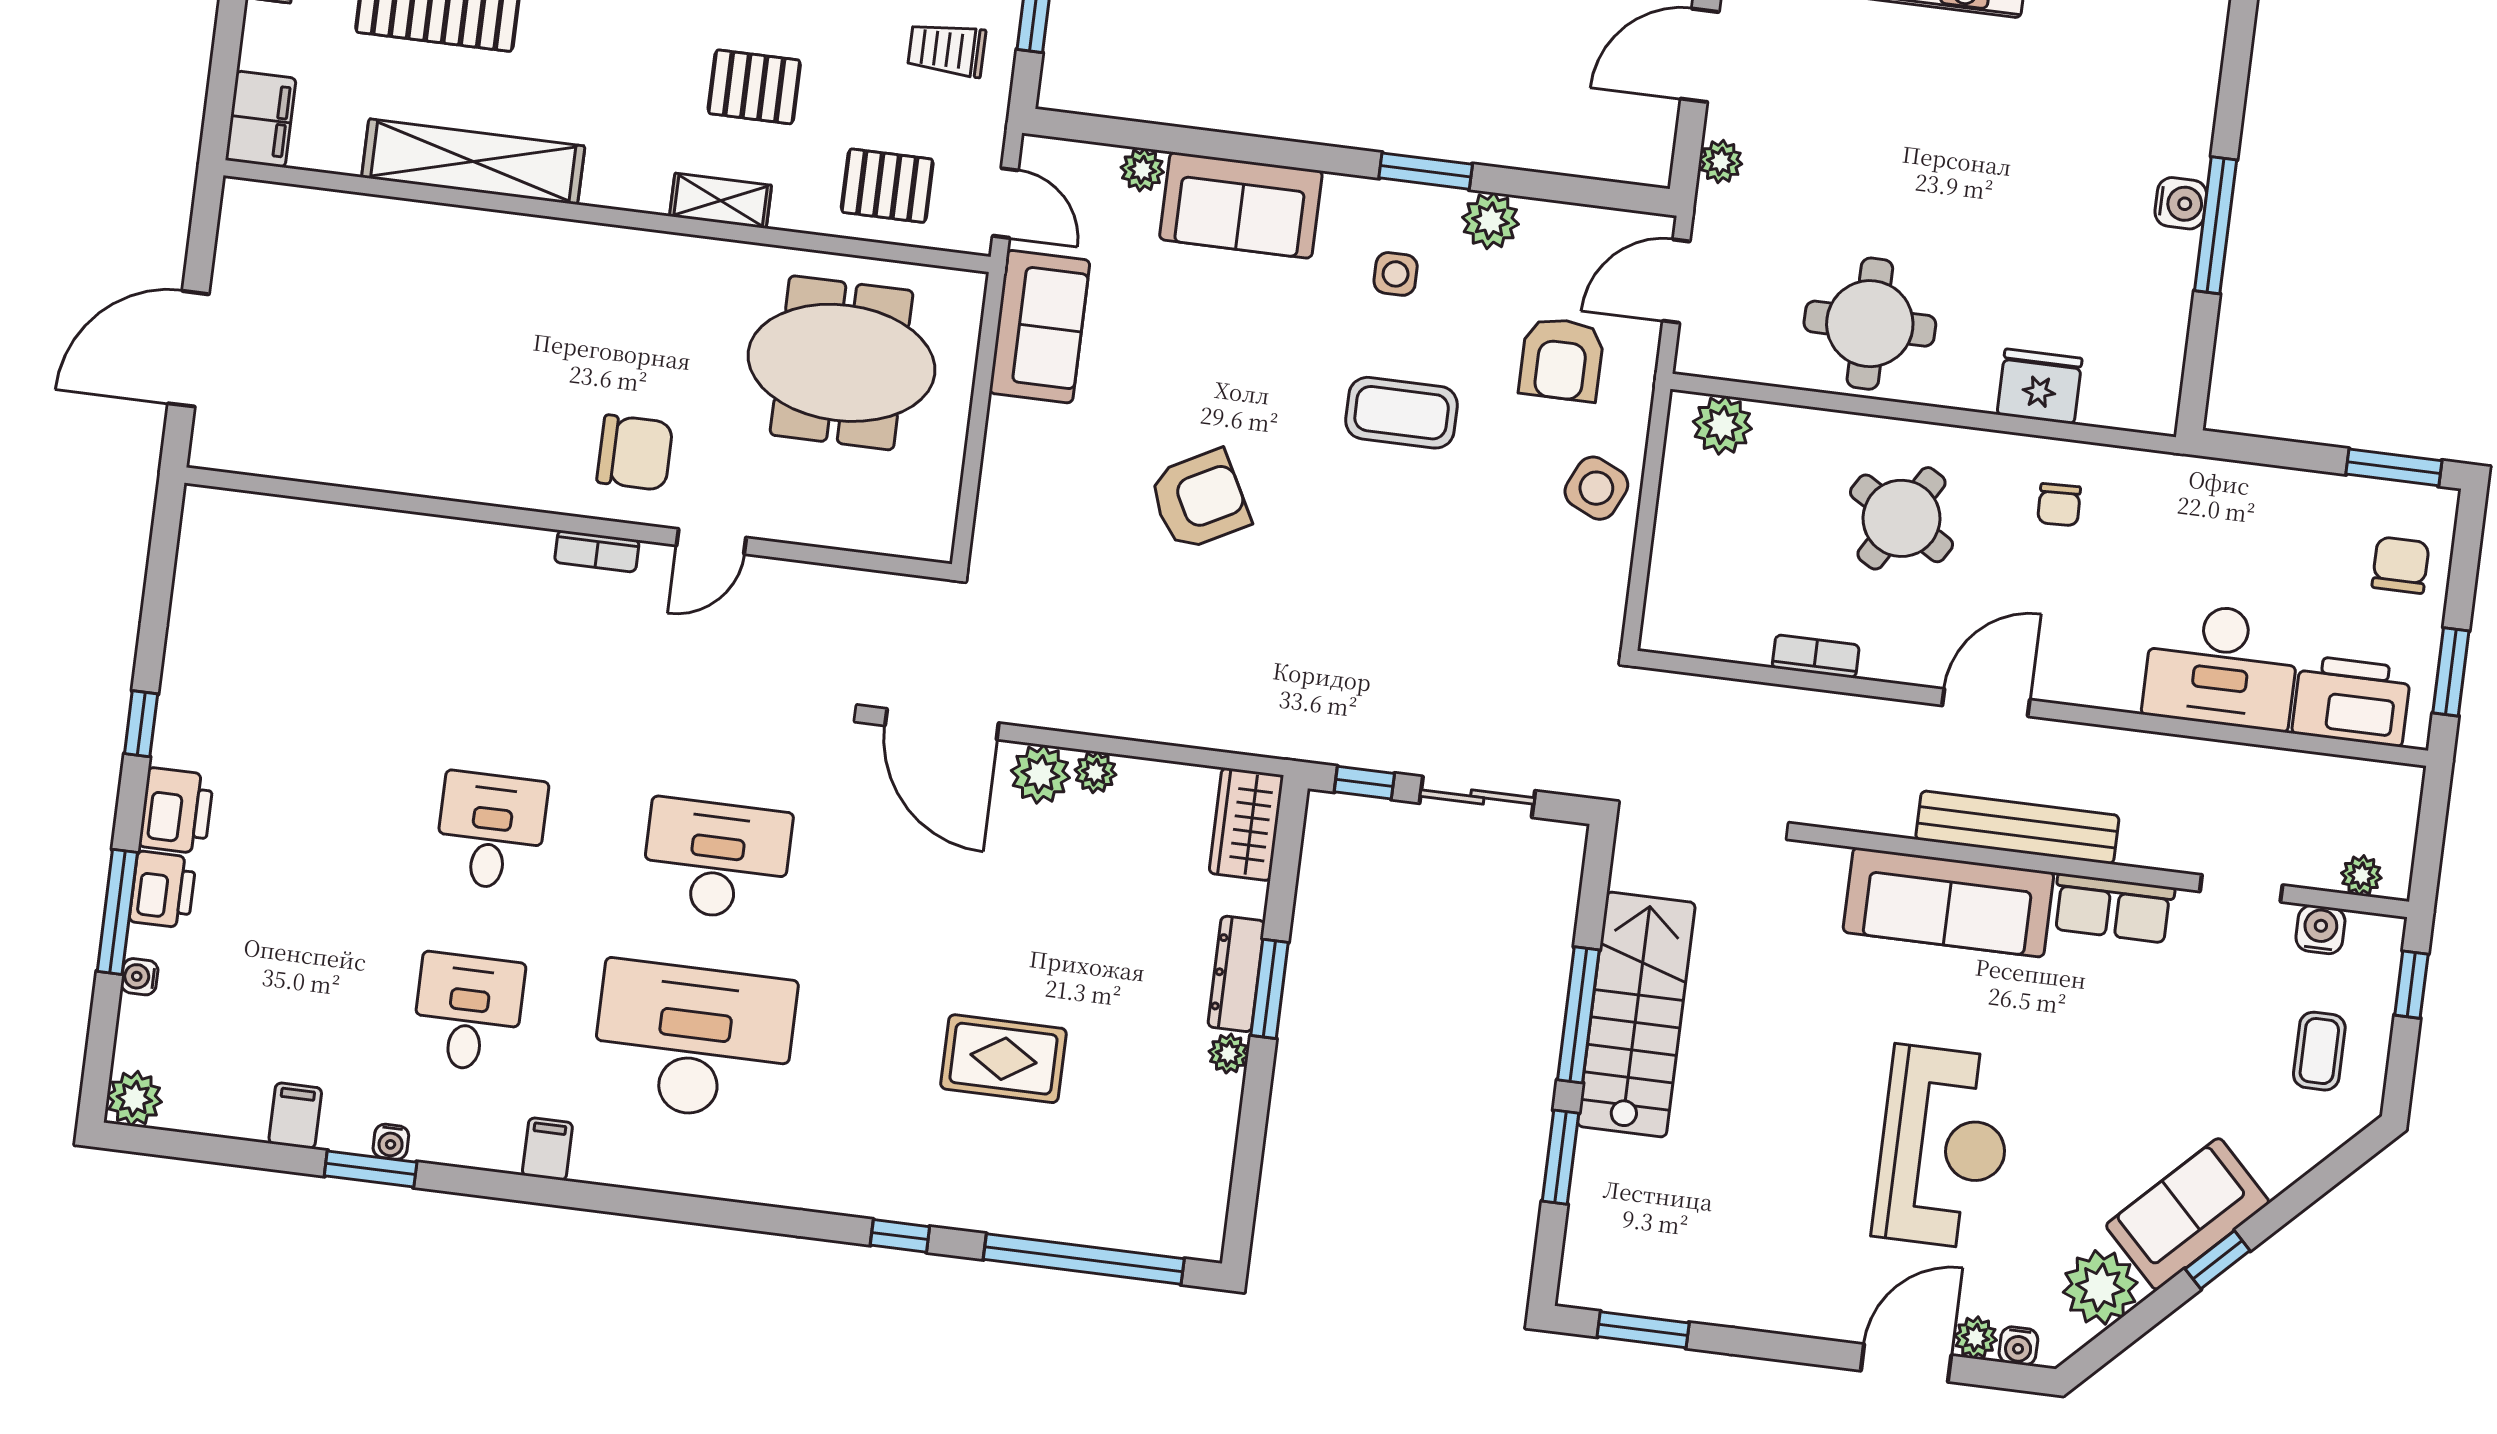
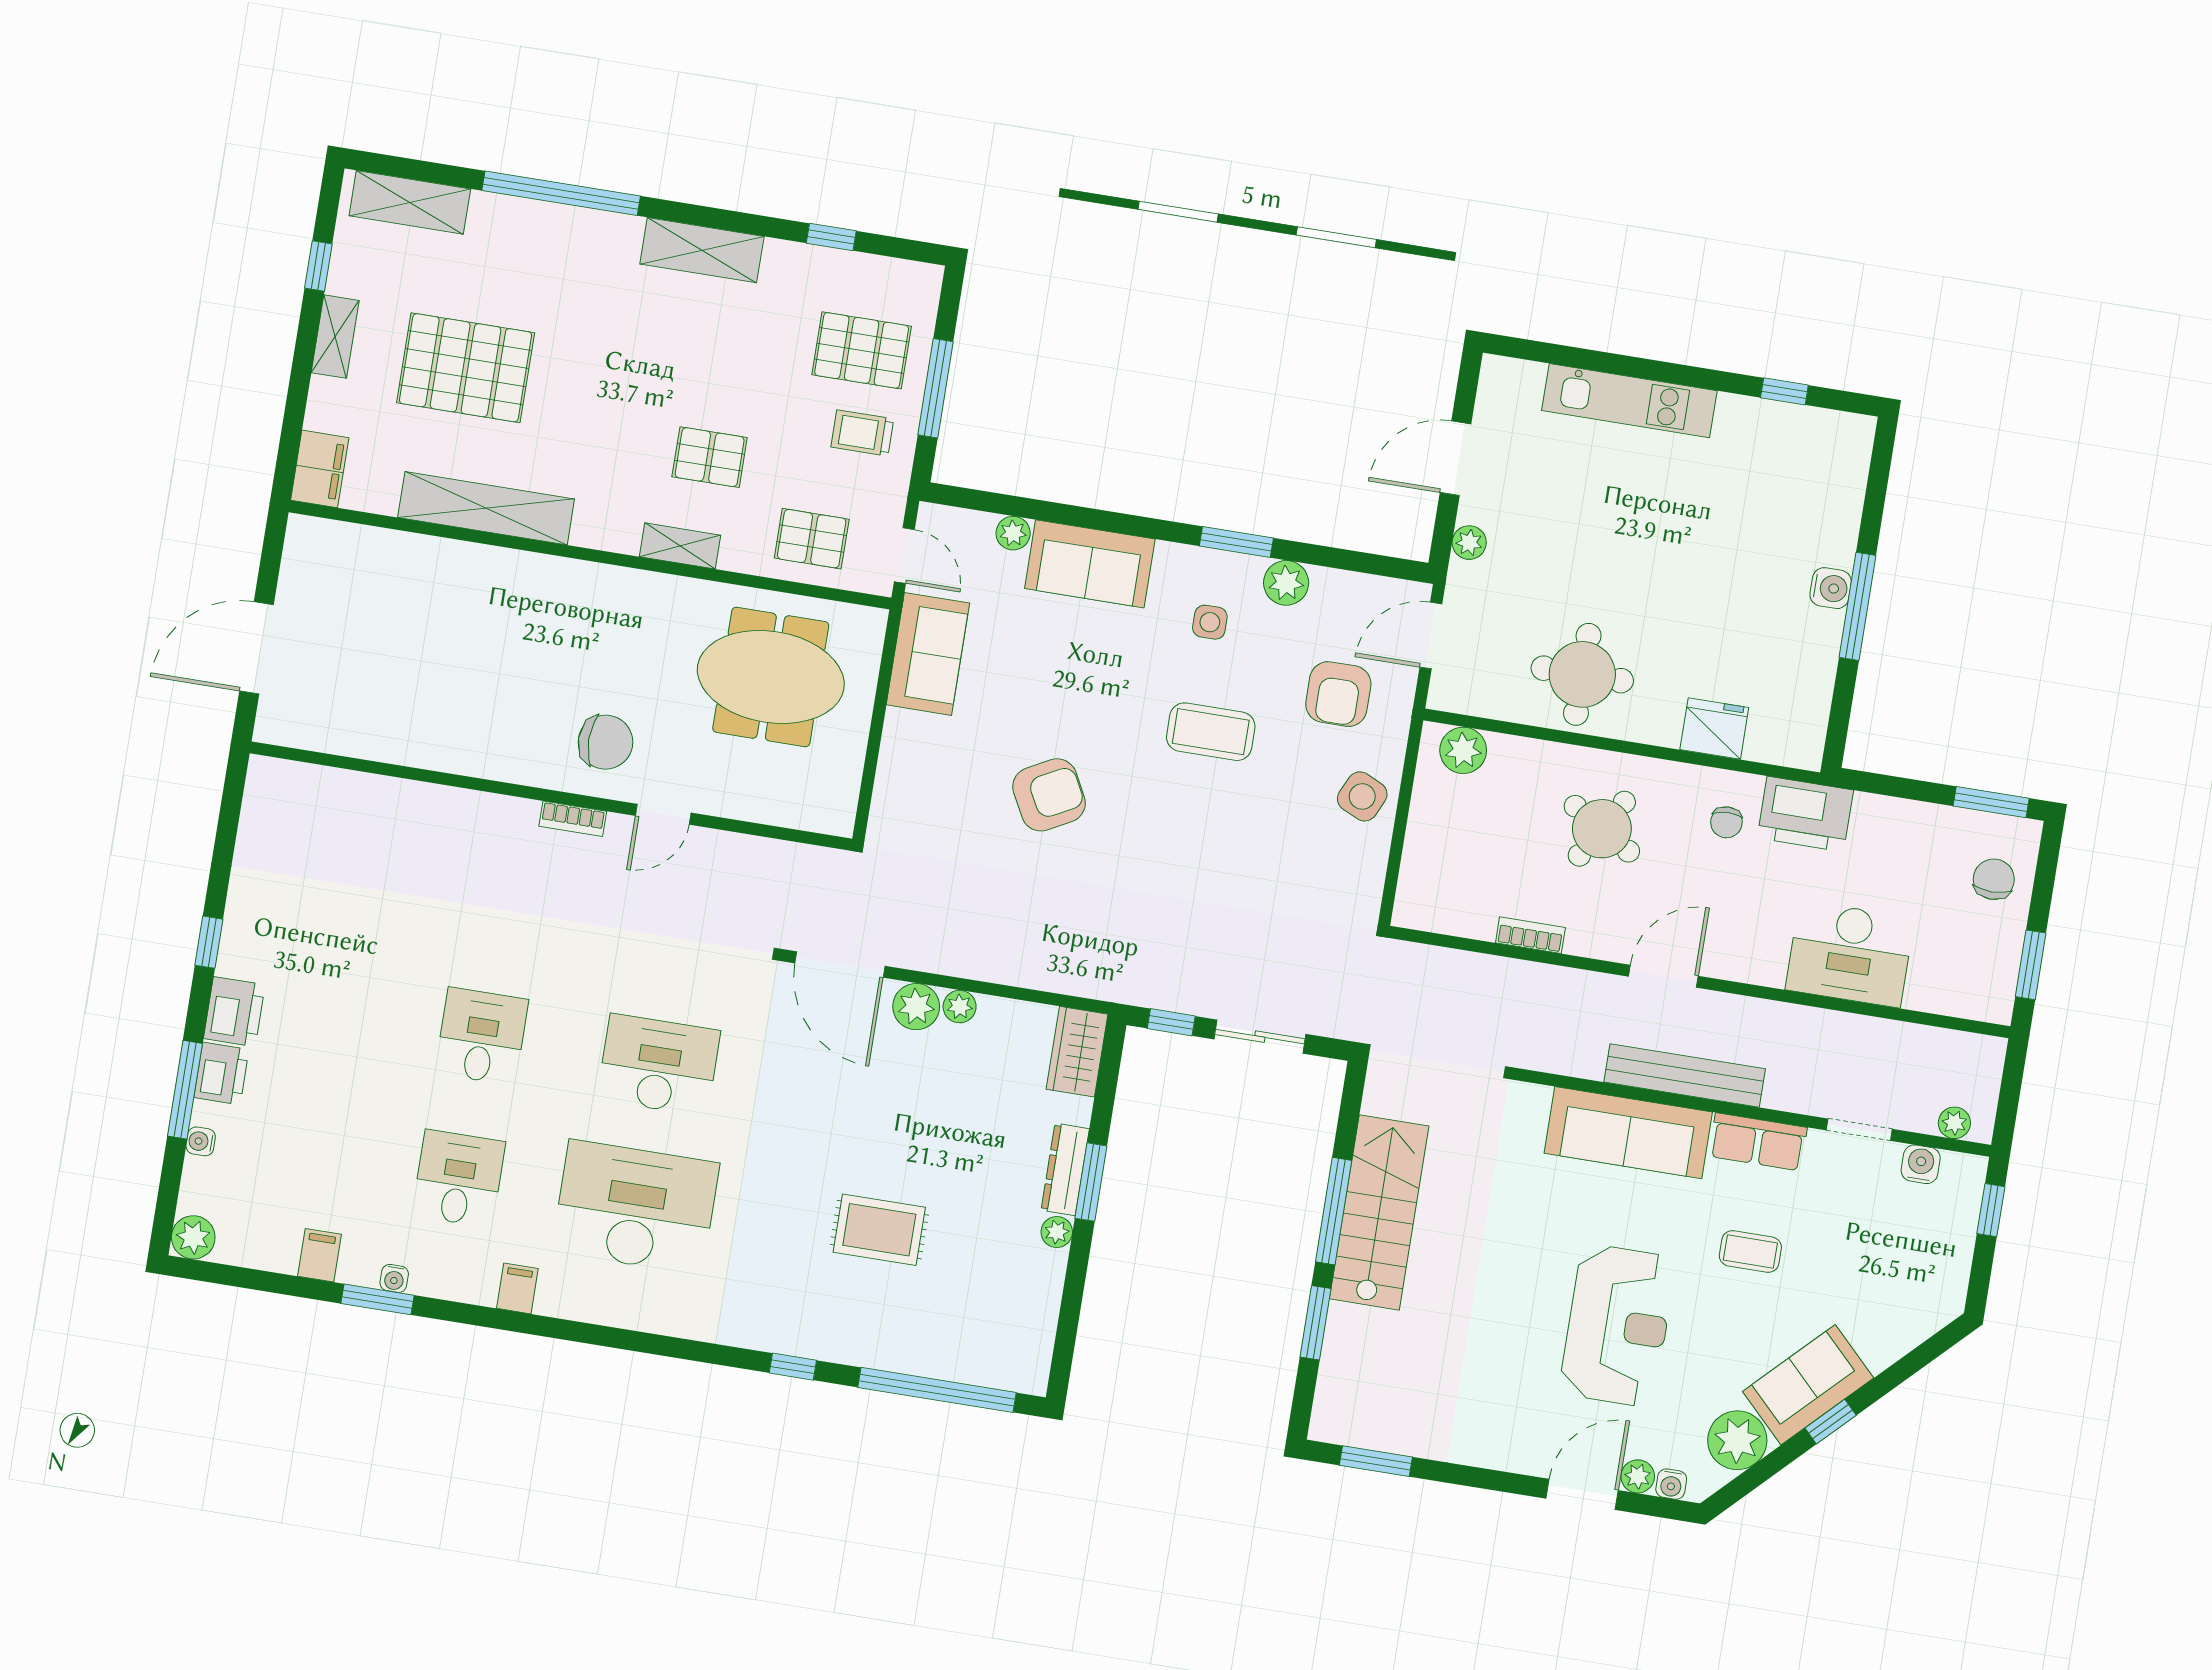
printer: (2352, 701) -> (1805, 814), moved, turned 180
coffee table: (2319, 1051) -> (1750, 1252), moved, turned 90

